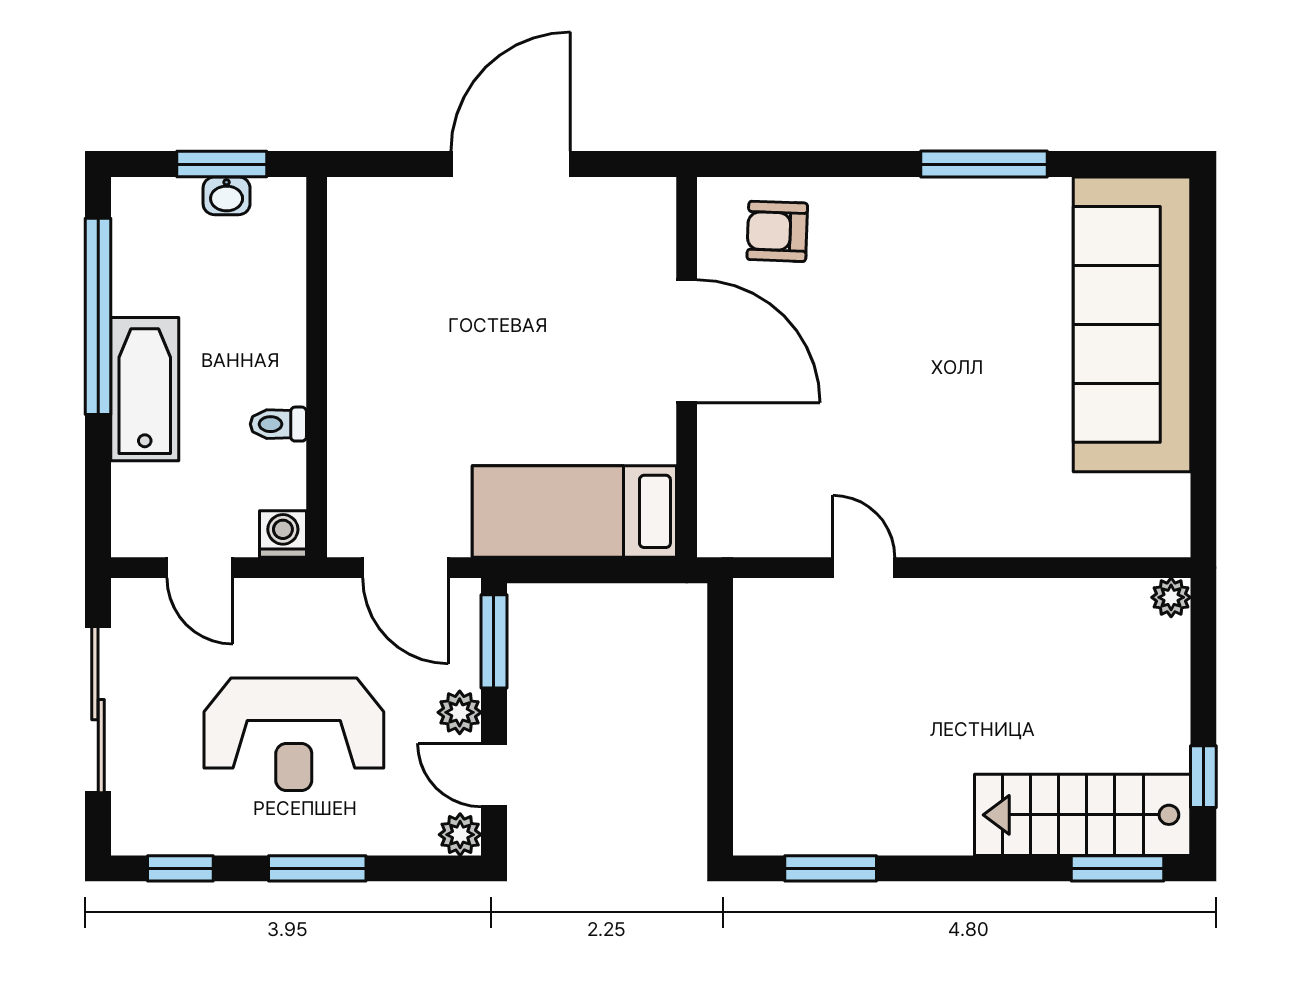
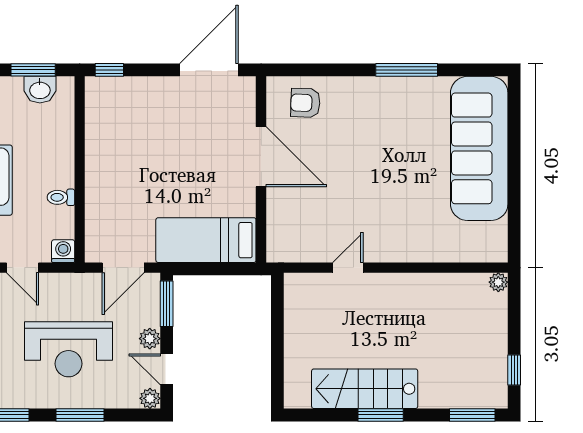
window: (377, 164) -> (109, 70), added
door: (511, 164) -> (209, 70), moved
washbasin: (227, 196) -> (40, 90), width x1.38, depth x1.45
door: (405, 568) -> (123, 268), hinge flipped
door: (864, 568) -> (348, 268), hinge flipped
stairs: (1083, 815) -> (365, 389), moved
window: (831, 868) -> (381, 415), moved

